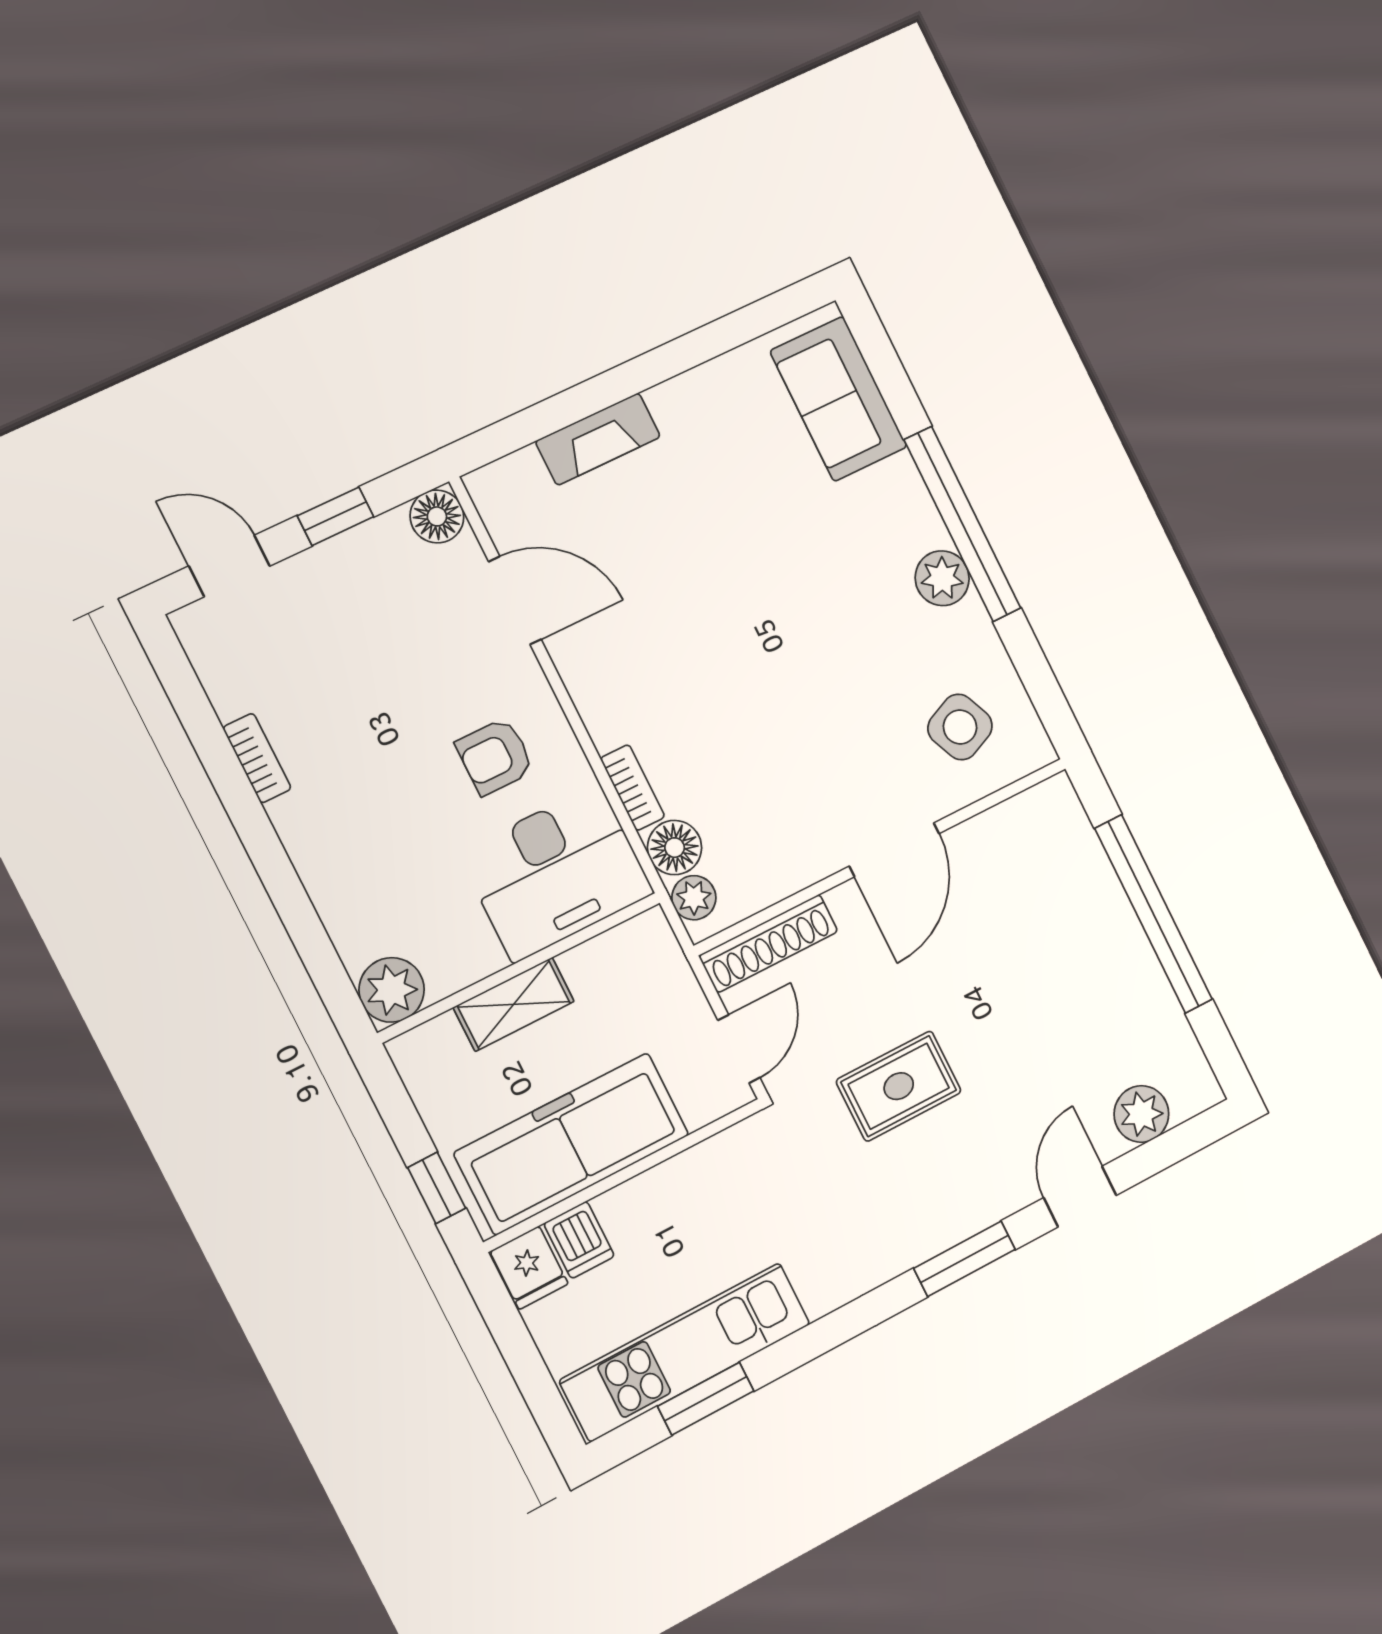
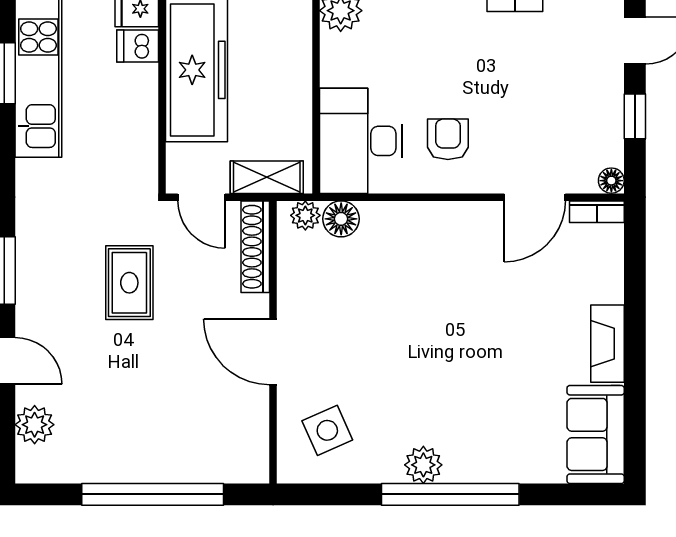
sofa: (839, 399) -> (596, 434), moved, turned -90
fireplace: (598, 439) -> (607, 344), moved
floor lamp: (437, 516) -> (611, 181), width x0.73, depth x0.73
bookcase: (633, 788) -> (597, 212), moved
shelving: (514, 1004) -> (267, 177), moved, turned 90

